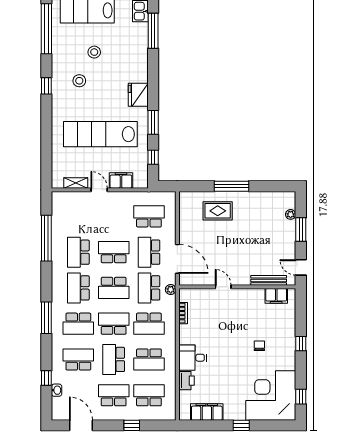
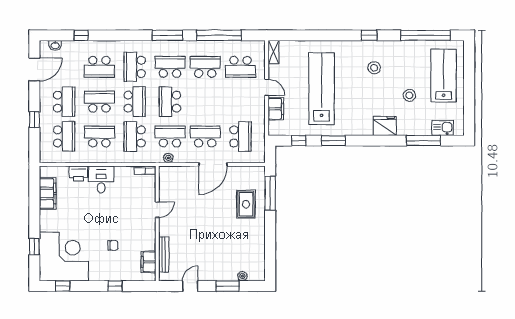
stool: (94, 52) -> (409, 95), moved
fridge: (138, 95) -> (385, 126), moved
shelving: (76, 183) -> (273, 52), moved
window: (232, 186) -> (270, 193), moved
door: (99, 190) -> (267, 87), hinge flipped
school desk: (114, 252) -> (240, 67), moved, turned 90
door: (177, 259) -> (213, 164), moved
bench: (269, 280) -> (164, 254), moved
door: (223, 287) -> (157, 210), moved
wall: (237, 287) -> (157, 224), moved
filing cabinet: (276, 296) -> (148, 262), moved
window: (46, 318) -> (168, 35), moved
school desk: (78, 359) -> (99, 67), turned 90
school desk: (149, 359) -> (99, 136), turned 90
washbasin: (57, 390) -> (55, 45), moved
window: (241, 425) -> (34, 247), moved

